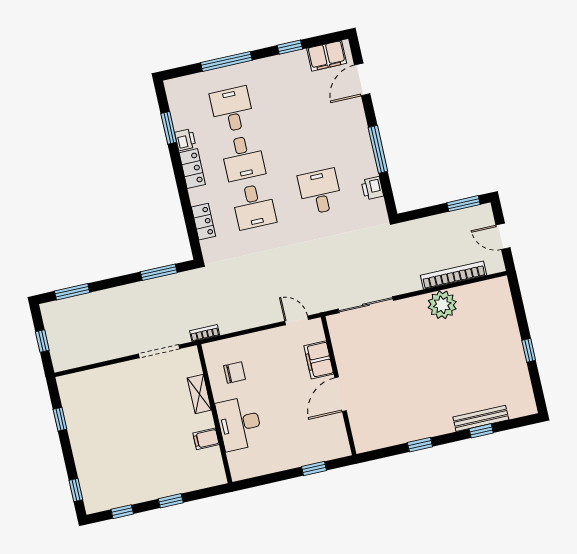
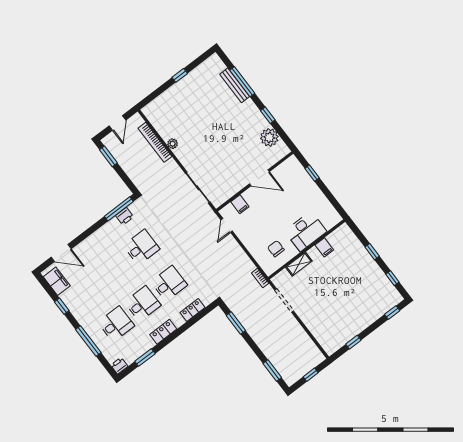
desk: (232, 110) -> (116, 324), turned 180
printer: (185, 140) -> (119, 366), moved
window: (378, 149) -> (119, 209), moved
desk: (320, 192) -> (141, 247), turned 180
plant: (442, 305) -> (173, 144), width x0.53, depth x0.53
filing cabinet: (319, 360) -> (240, 204), width x0.50
window: (481, 431) -> (242, 82), width x2.17
plant: (389, 433) -> (269, 137), added

